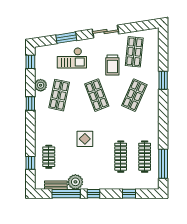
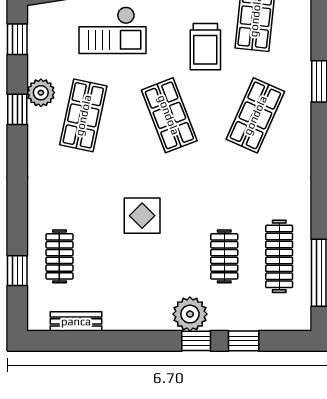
window: (30, 103) -> (17, 109), moved
clothes rail: (121, 157) -> (224, 256), width x0.73
plant: (75, 182) -> (190, 314), moved
window: (66, 194) -> (100, 341), removed
window: (93, 194) -> (196, 341), moved

